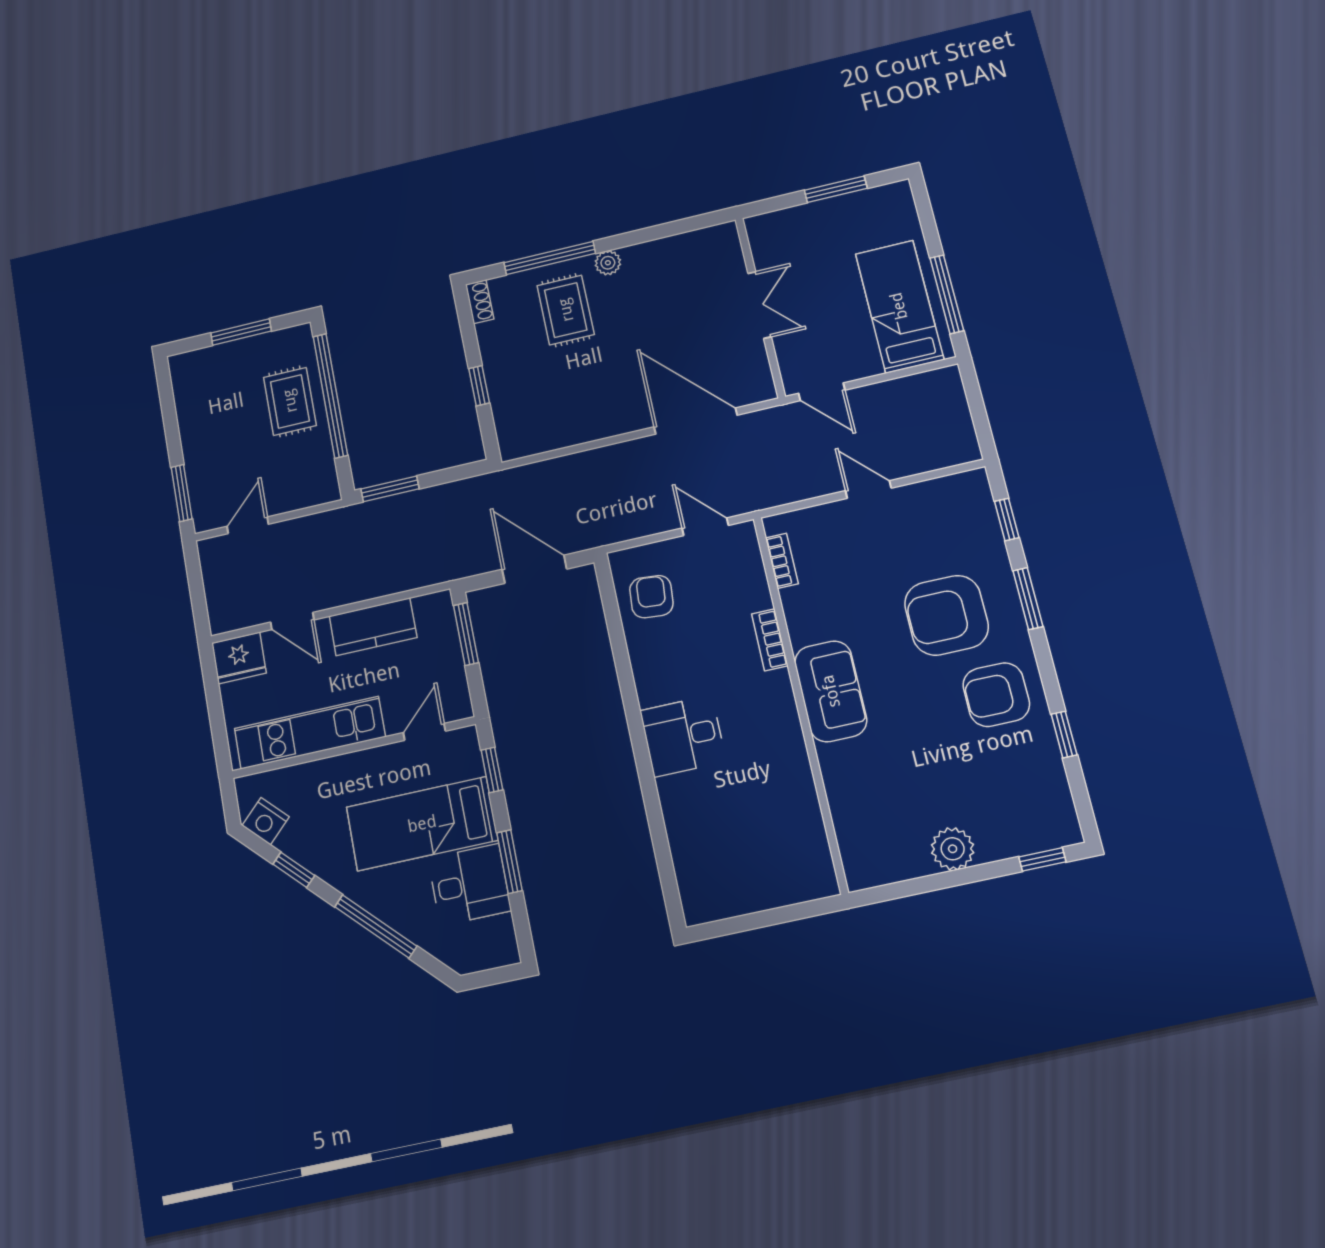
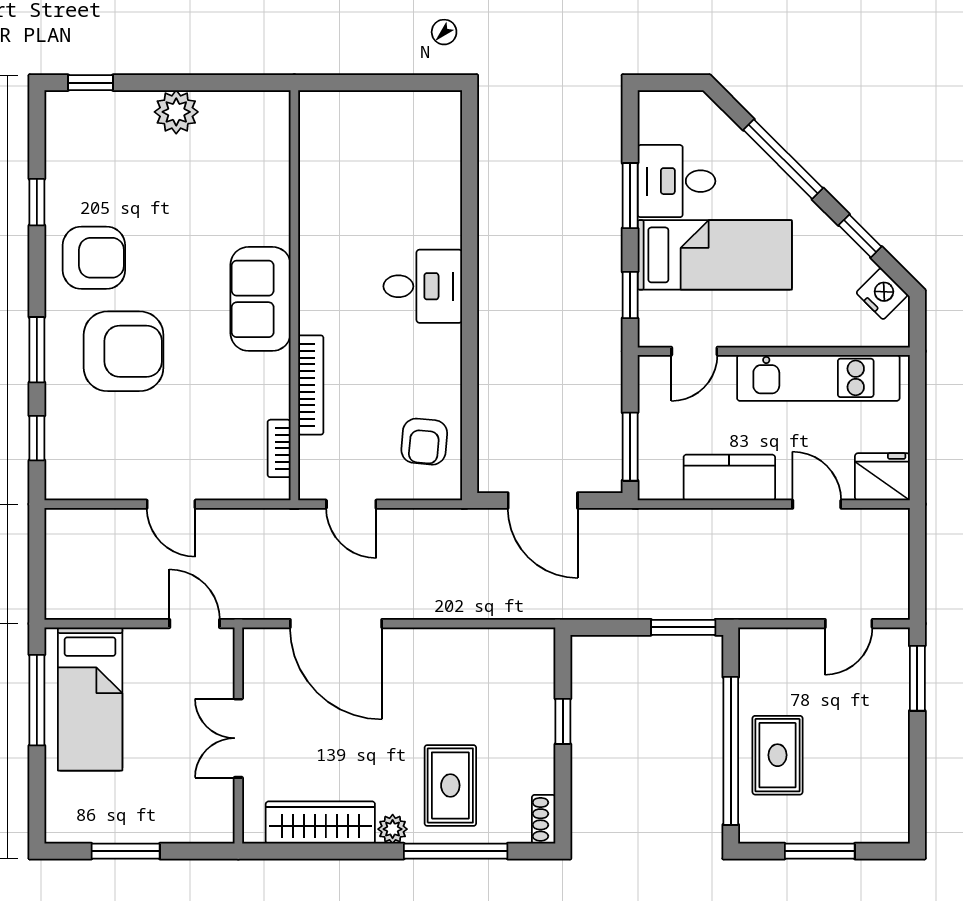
wardrobe: (672, 253) -> (320, 823), added
bookcase: (770, 640) -> (311, 385), width x1.56

